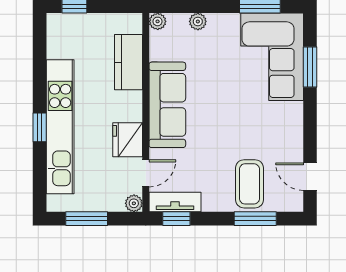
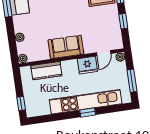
sofa: (167, 105) -> (66, 47), width x0.73
door: (146, 173) -> (104, 53), swing flipped
tv unit: (175, 202) -> (116, 35), removed
window: (176, 219) -> (123, 21), moved

